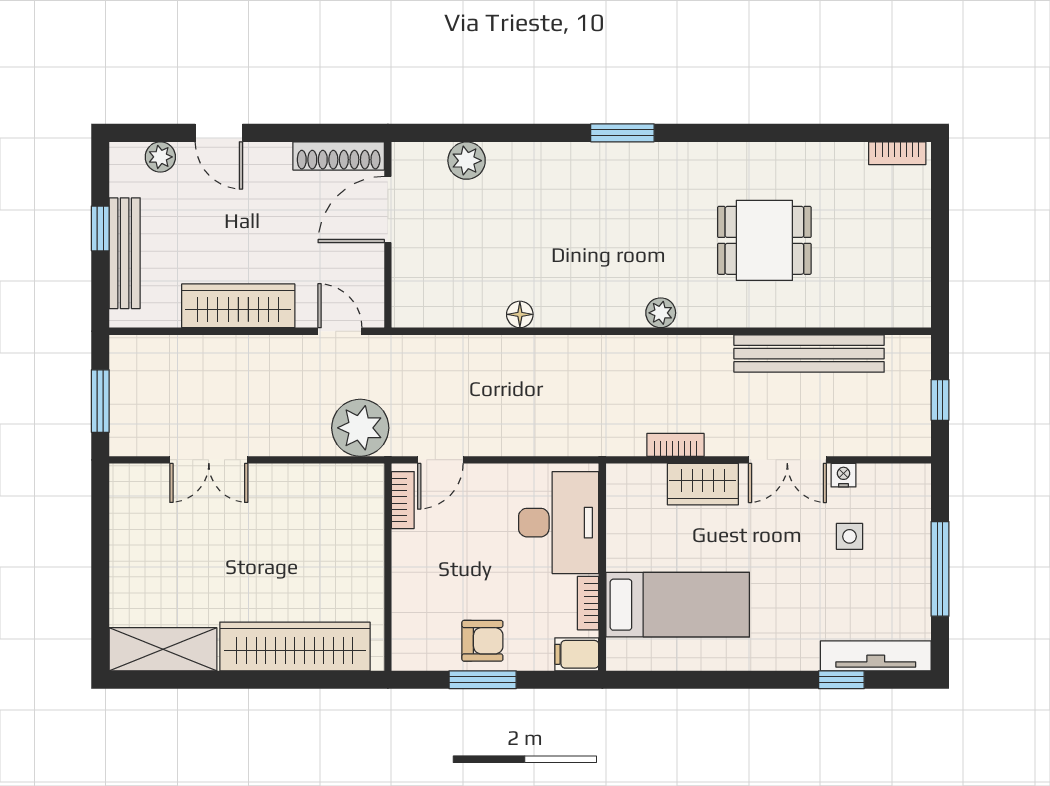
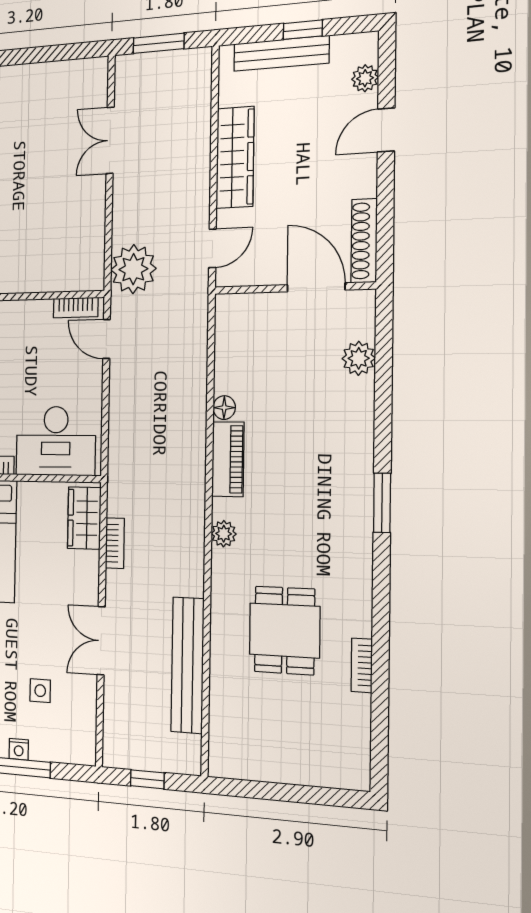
bookcase: (897, 153) -> (362, 665), moved
piano: (578, 309) -> (228, 459), added
nightstand: (844, 475) -> (19, 749), moved, turned 90
wardrobe: (703, 484) -> (84, 518), moved

